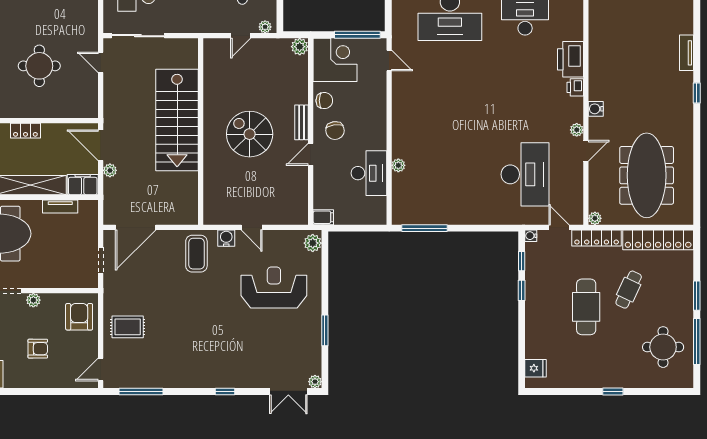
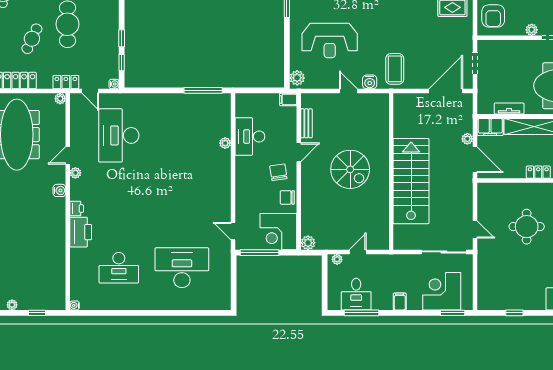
bench: (302, 122) -> (306, 123), moved
locker: (597, 238) -> (66, 82), width x0.66

